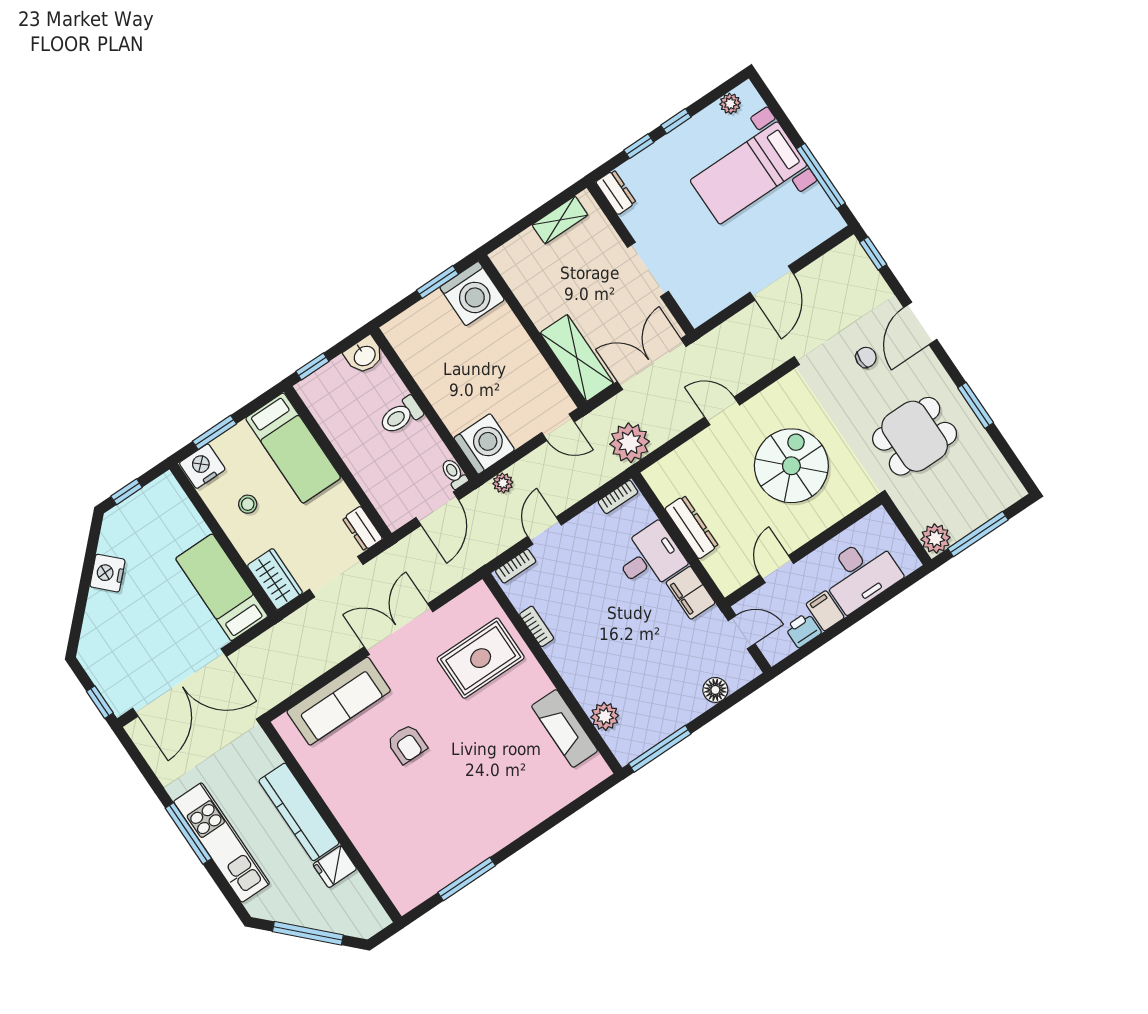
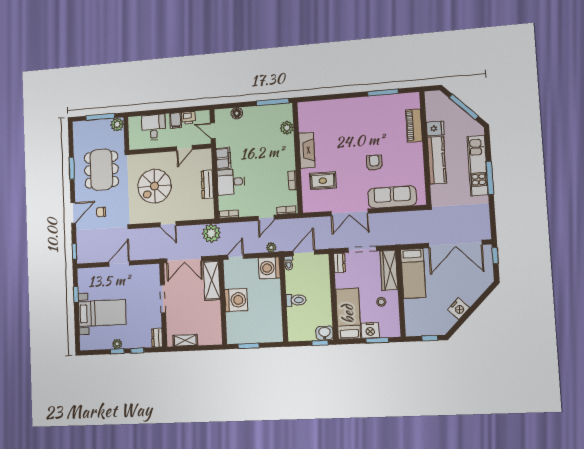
plant: (730, 104) -> (117, 344), moved
window: (821, 176) -> (76, 294), width x0.46
washing machine: (472, 294) -> (236, 300), moved, turned 90
washbasin: (364, 355) -> (325, 333), moved
door: (558, 427) -> (236, 257), hinge flipped
dining table: (915, 436) -> (101, 170), width x1.38
nightstand: (202, 466) -> (370, 330), moved
desk: (860, 574) -> (154, 127), width x0.73
wardrobe: (275, 579) -> (389, 270), width x1.50
rug: (481, 658) -> (323, 181), width x0.73, depth x0.70
double door: (180, 682) -> (455, 244), swing flipped
fireplace: (565, 728) -> (307, 150), moved
piano: (376, 851) -> (414, 126), added

